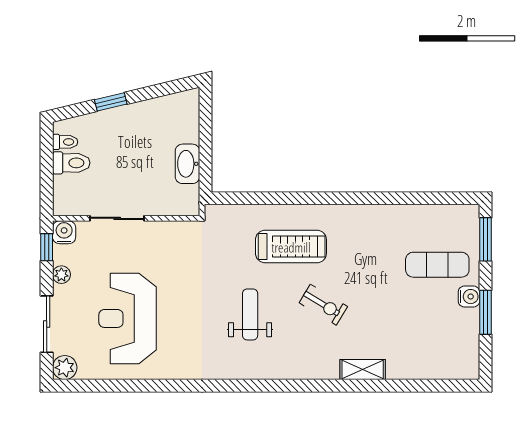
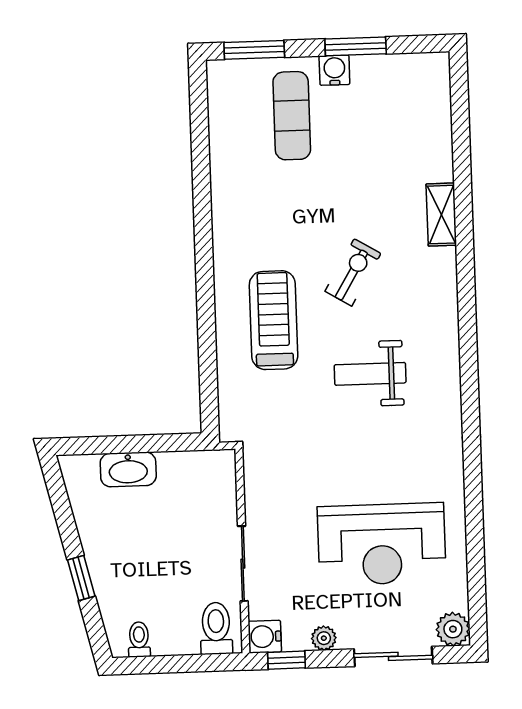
toilet: (71, 163) -> (216, 628), moved
washbasin: (187, 164) -> (128, 469), moved

